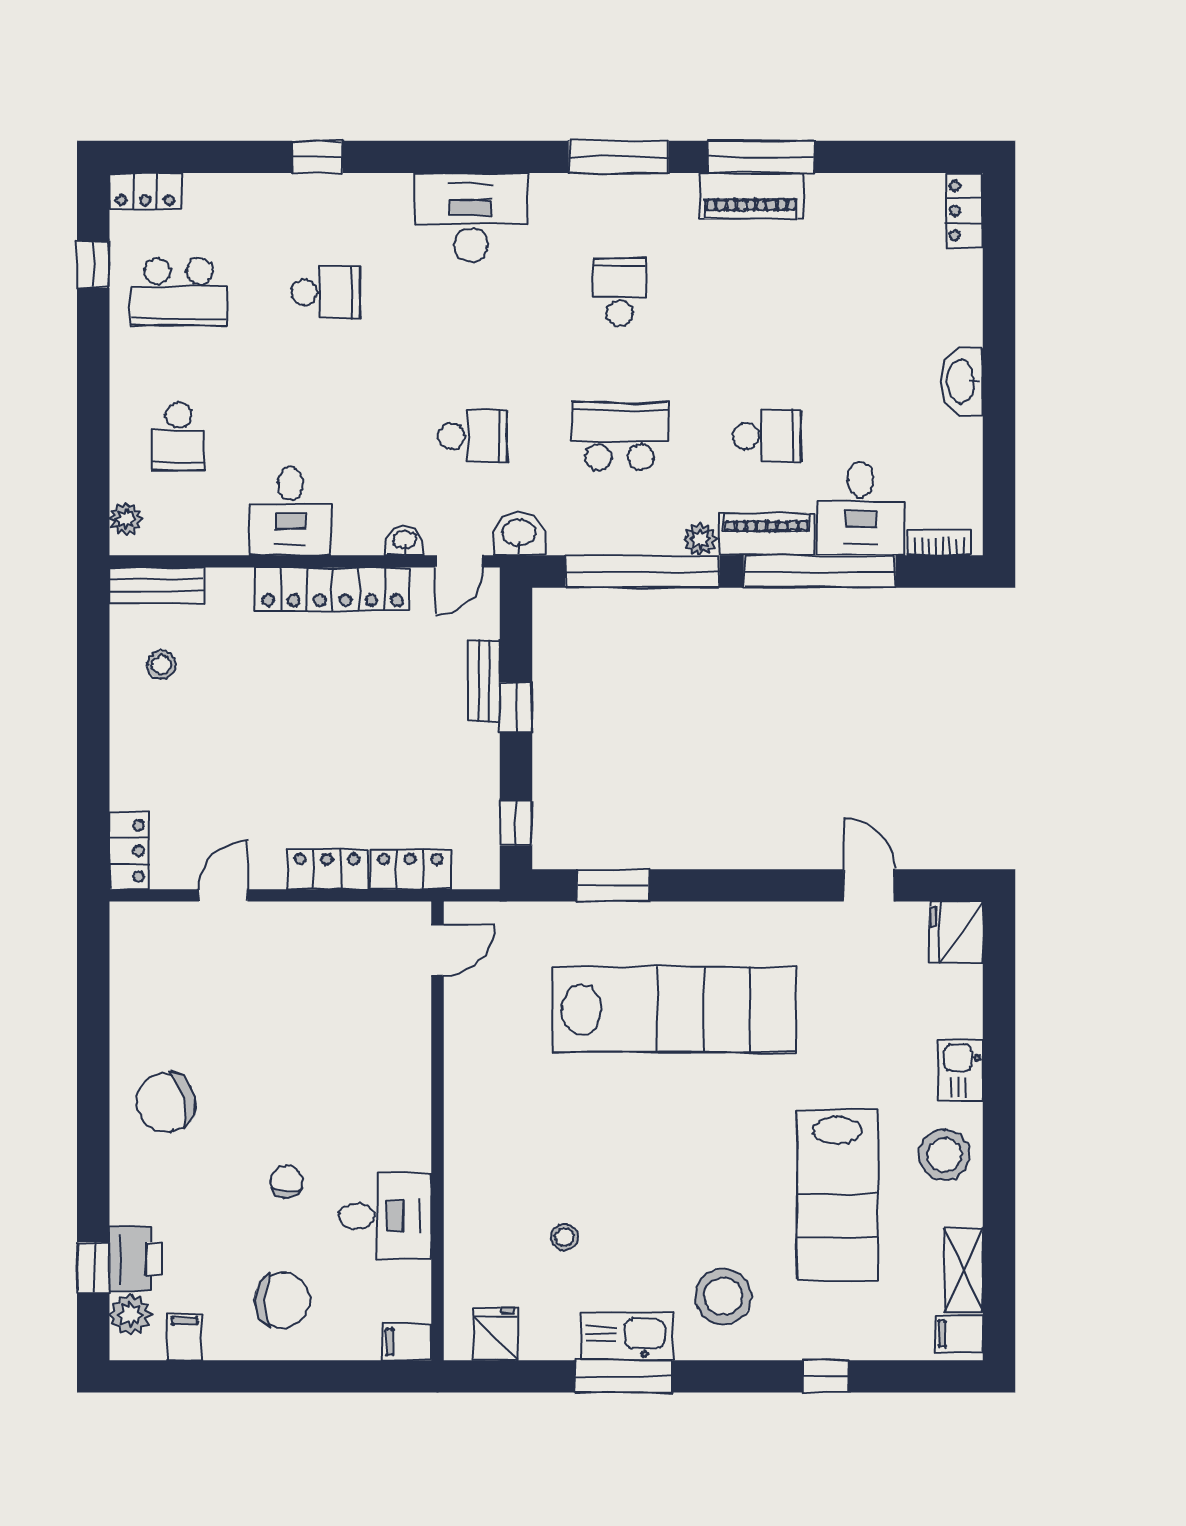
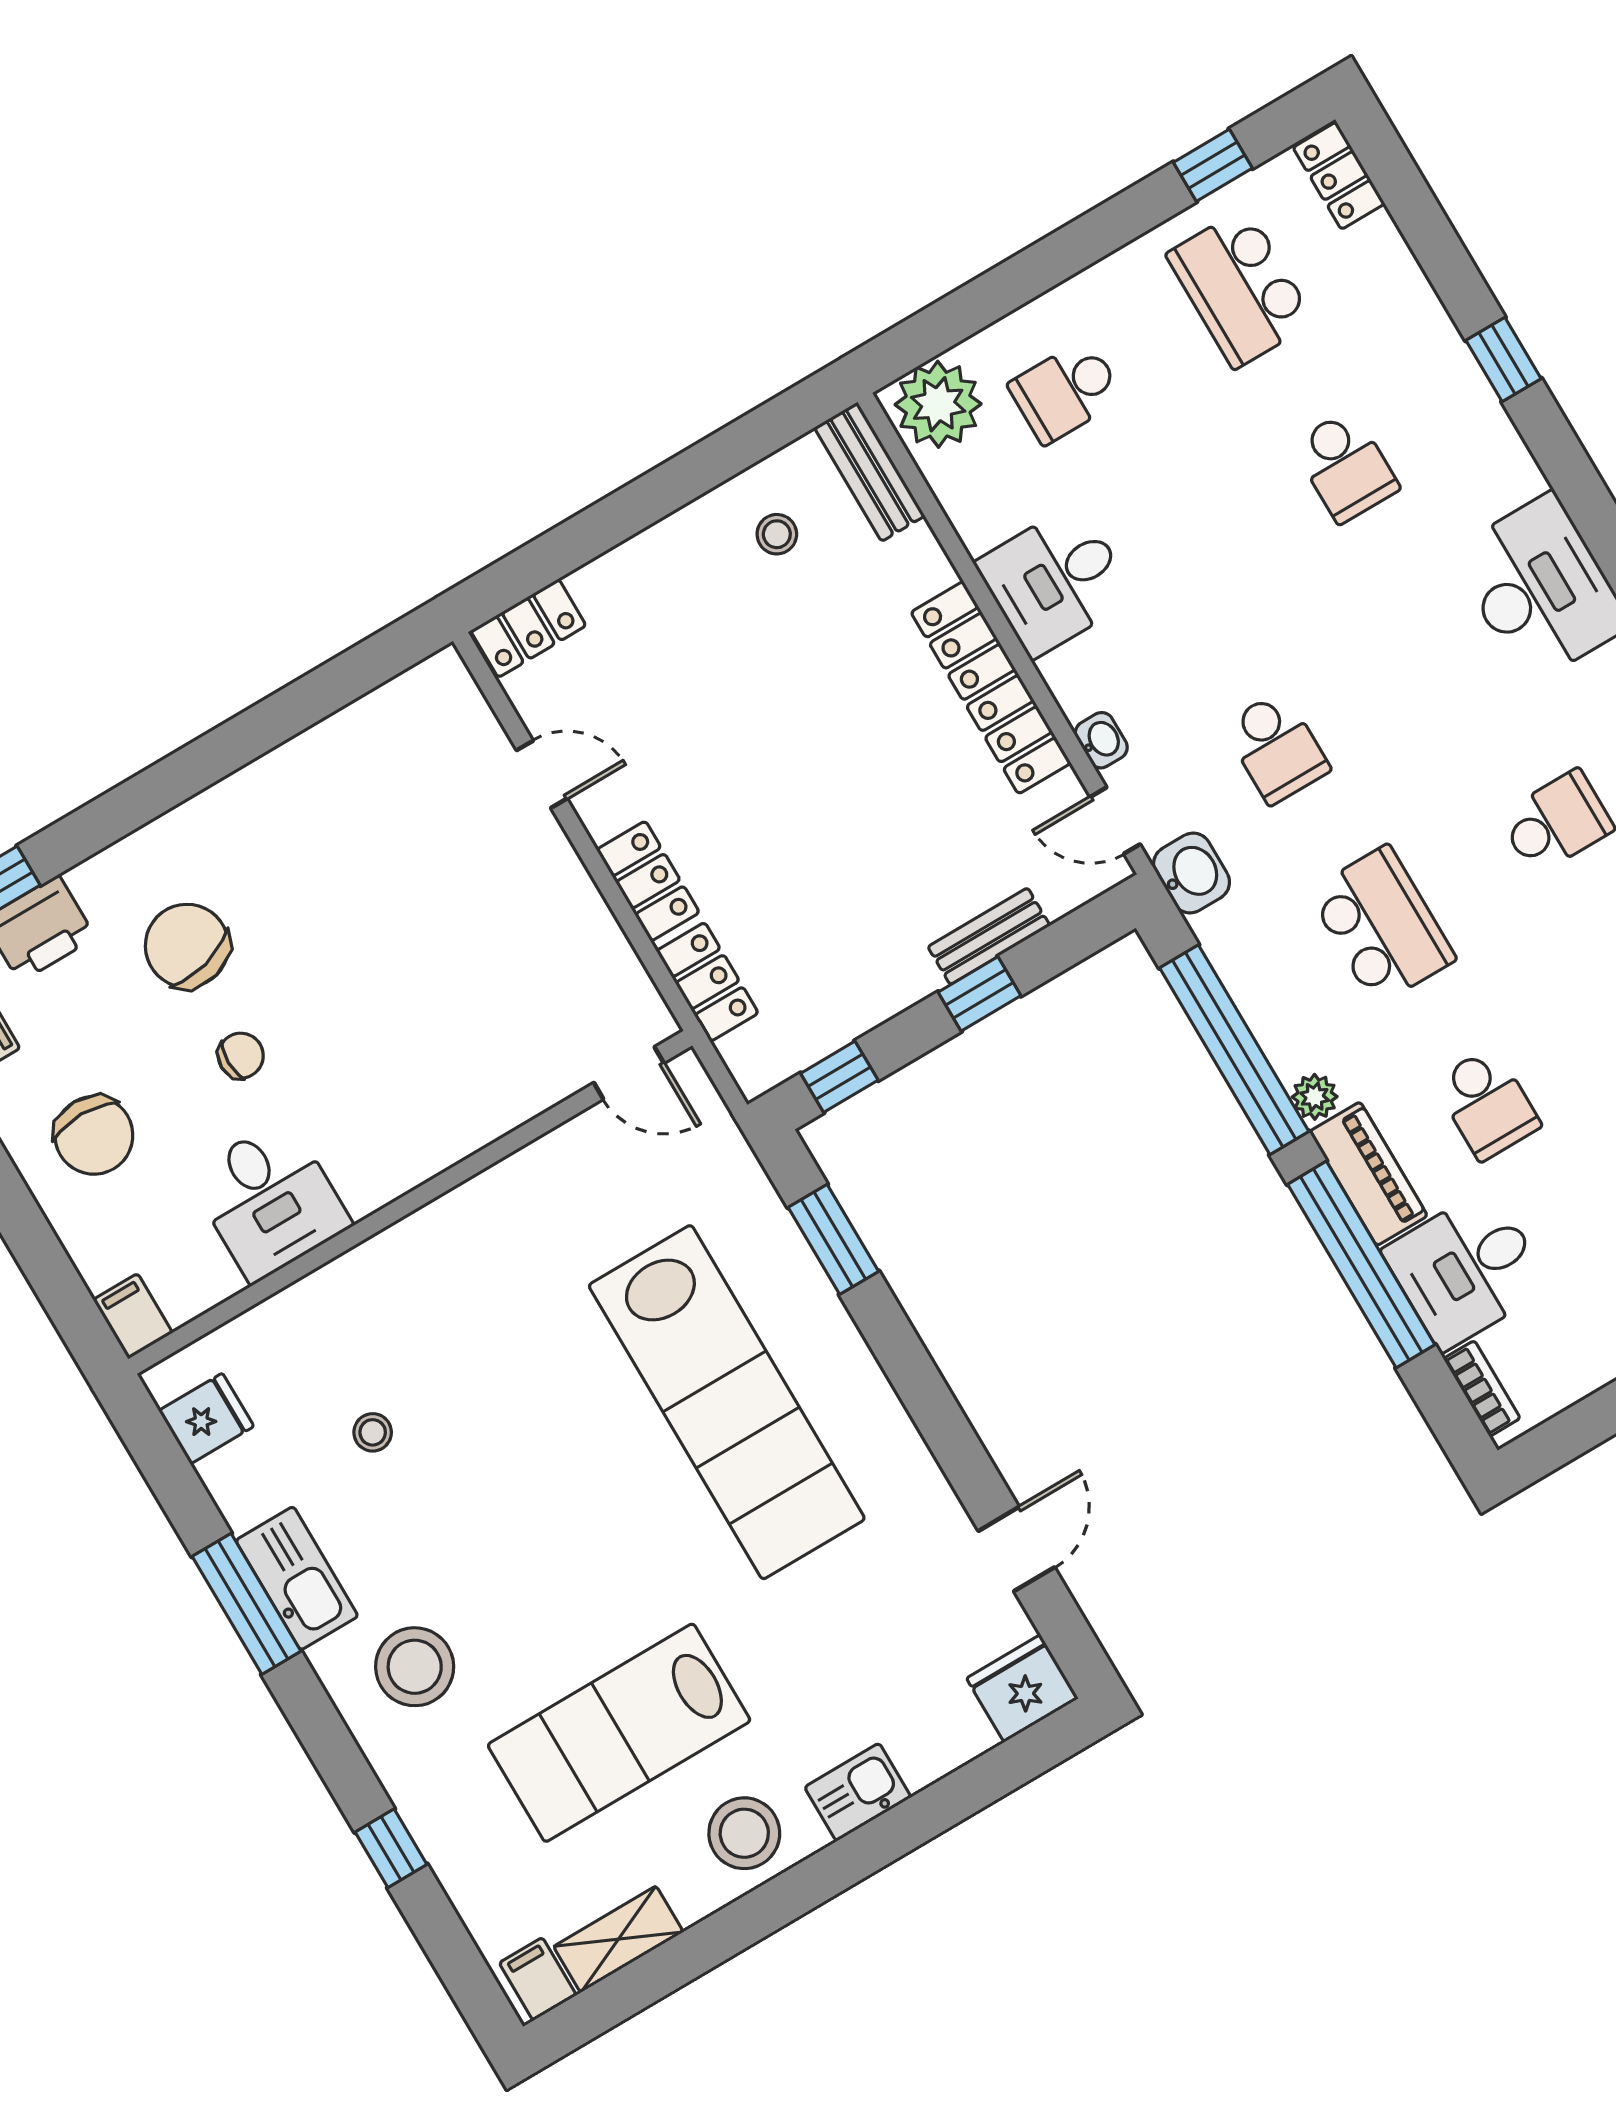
plant: (126, 519) -> (938, 404), width x1.87, depth x1.87
chair: (166, 1103) -> (187, 946), moved

